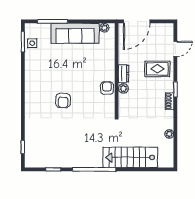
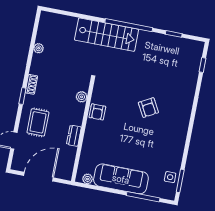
door: (137, 21) -> (39, 177), moved
rug: (157, 69) -> (38, 122), turned 90
dresser: (124, 74) -> (74, 136), moved
plant: (123, 88) -> (82, 97), moved
armchair: (63, 101) -> (148, 108), turned 151
stairs: (130, 157) -> (107, 35), moved

